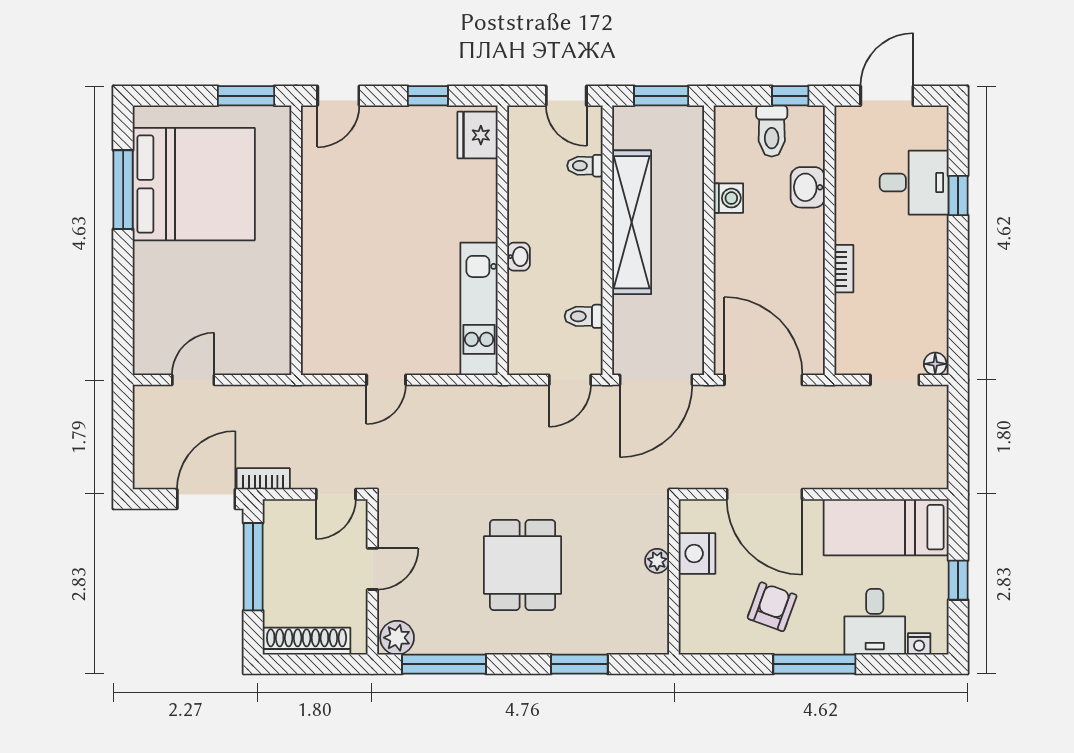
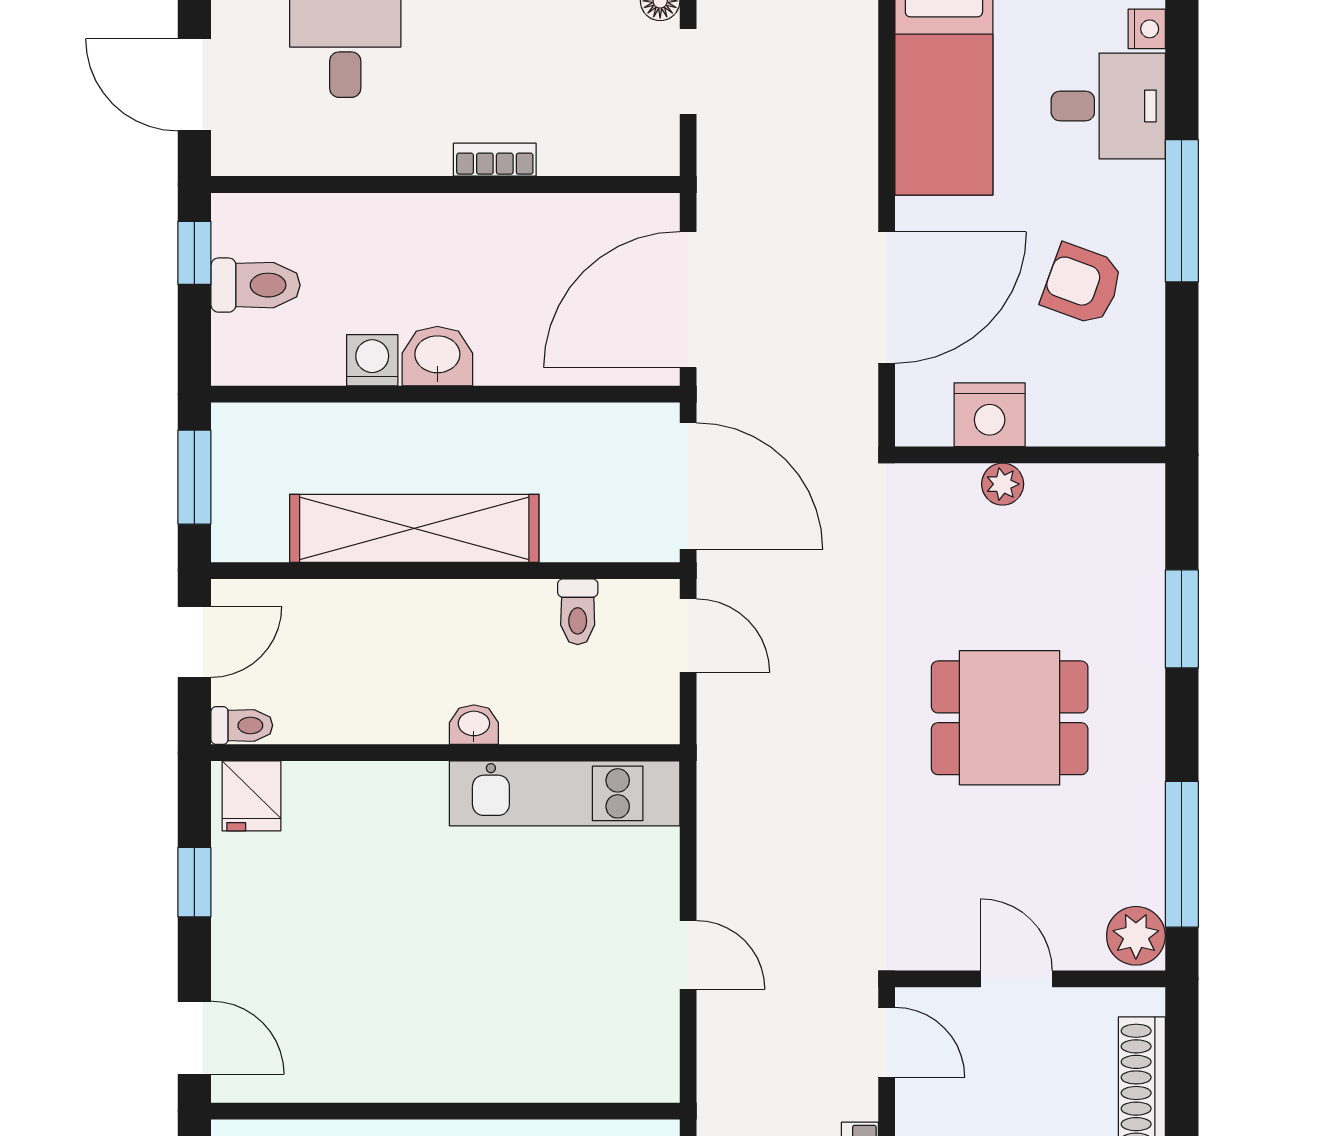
fridge: (478, 135) -> (251, 796), width x0.72
toilet: (585, 166) -> (242, 725), moved, turned -90
washbasin: (808, 187) -> (437, 356), moved, turned 180

